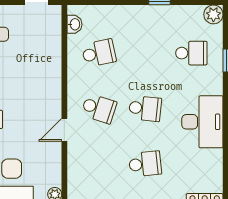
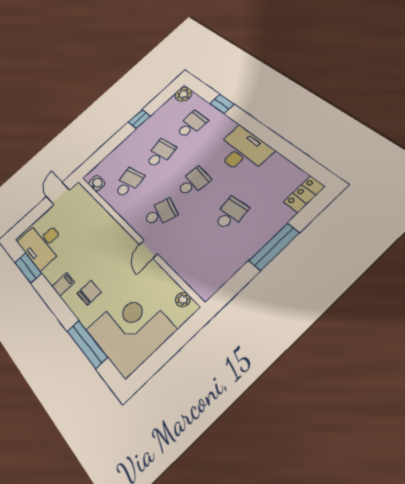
school desk: (145, 53) -> (160, 153), added

